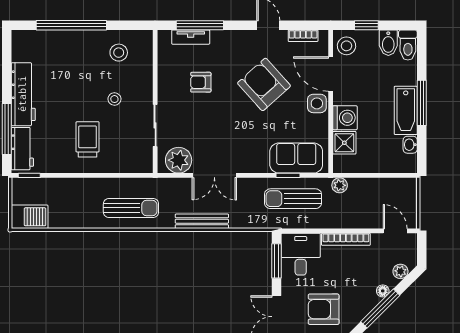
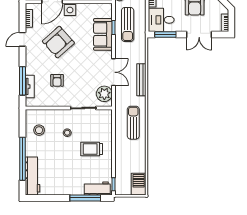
workbench: (23, 94) -> (32, 176), moved, turned 90
sofa: (296, 158) -> (103, 34), moved

